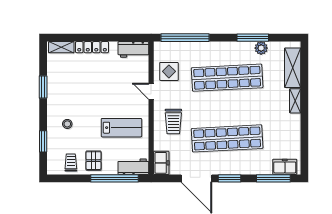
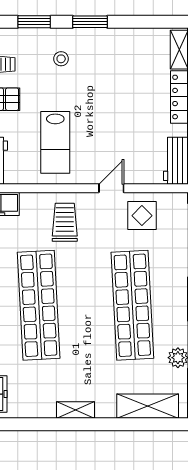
window: (43, 87) -> (90, 22), moved
shelving: (295, 101) -> (75, 410), moved
trolley: (173, 121) -> (65, 222), turned 90

